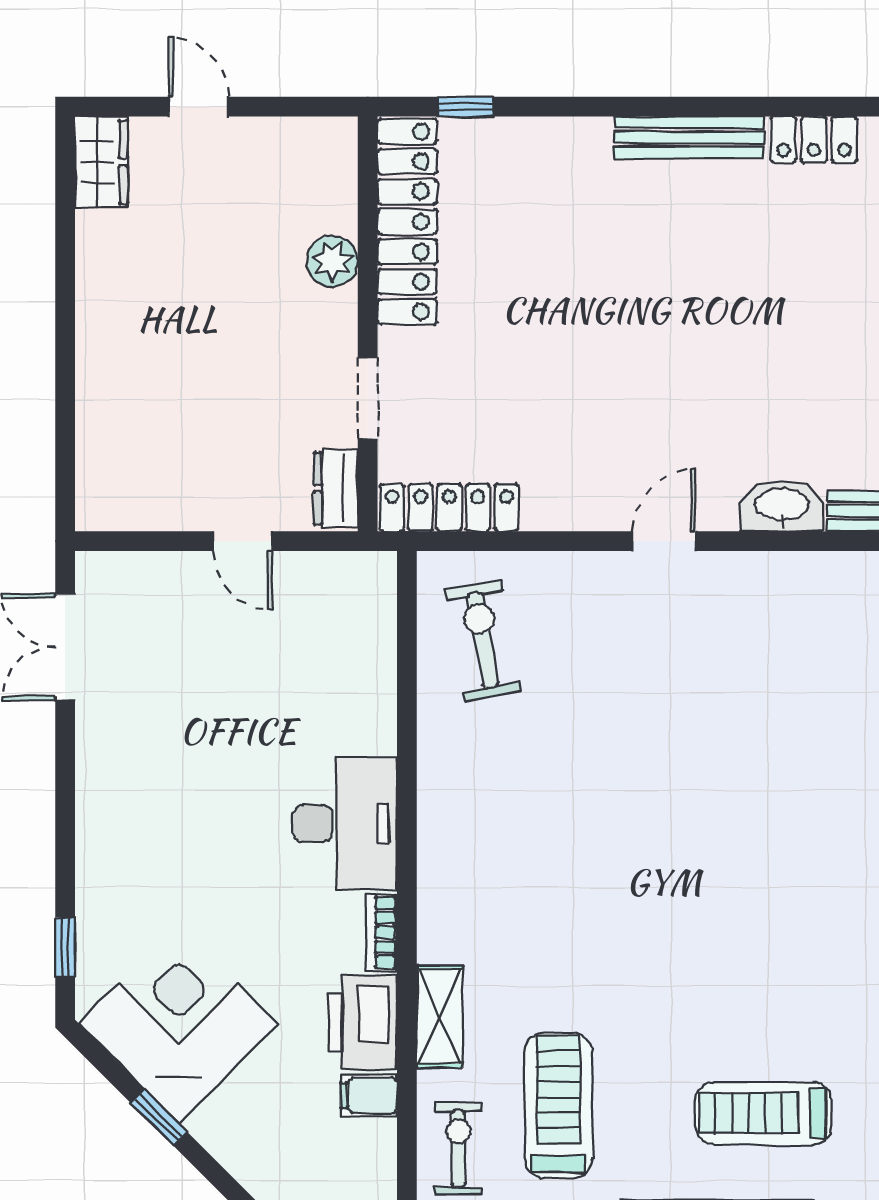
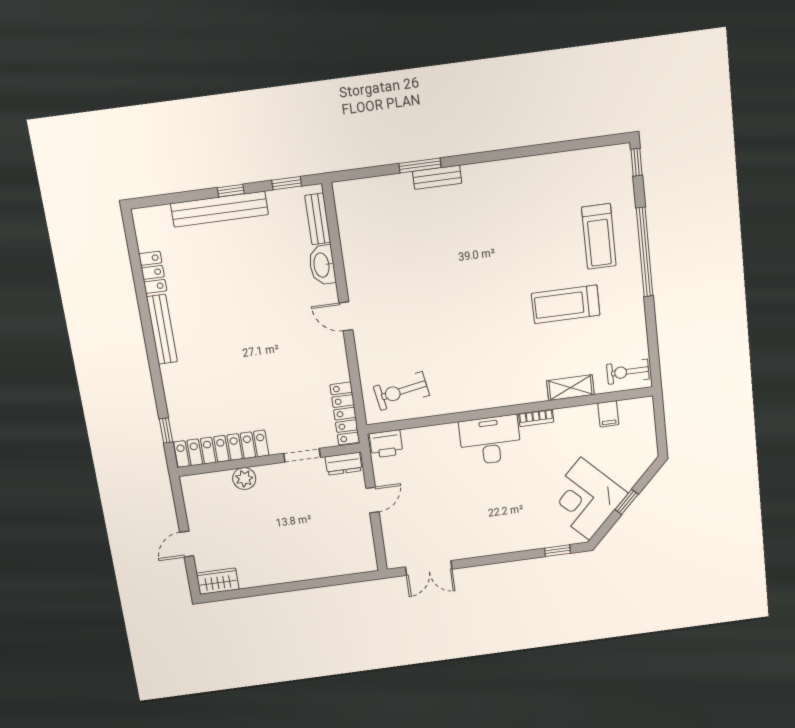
printer: (363, 1023) -> (386, 444), moved, width x0.73, depth x0.84
treadmill: (558, 1105) -> (566, 304), moved

